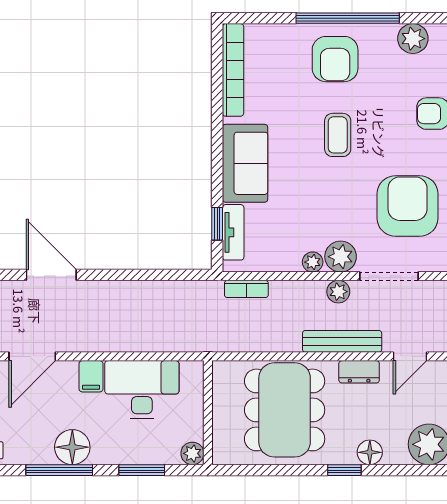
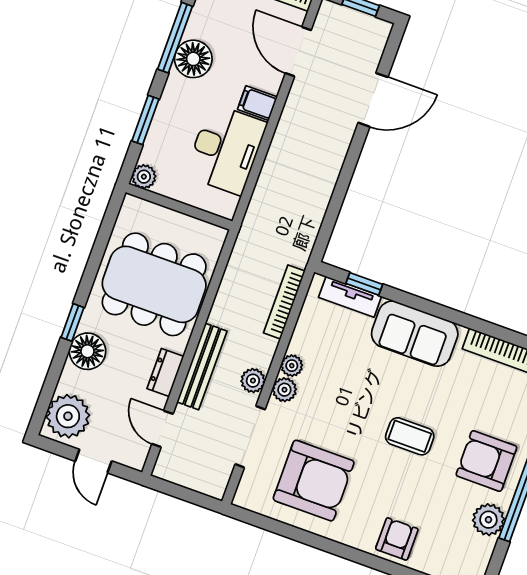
plant: (413, 39) -> (488, 520), moved
plant: (341, 257) -> (284, 390), width x0.73, depth x0.73
bookcase: (246, 289) -> (284, 302), width x1.56
floor lamp: (370, 452) -> (87, 351), width x1.38, depth x1.38

